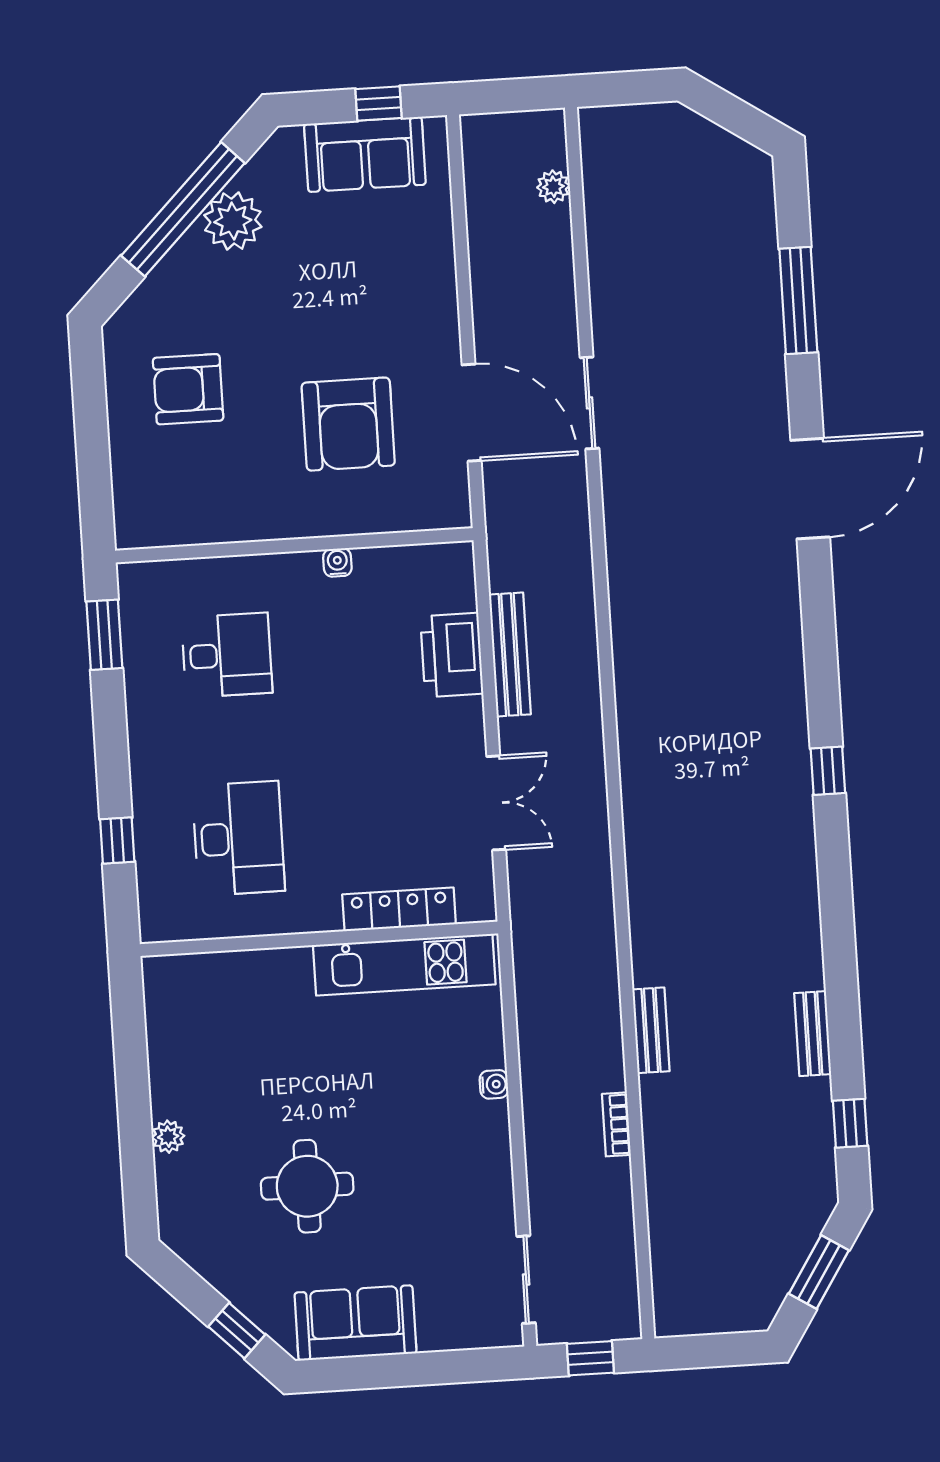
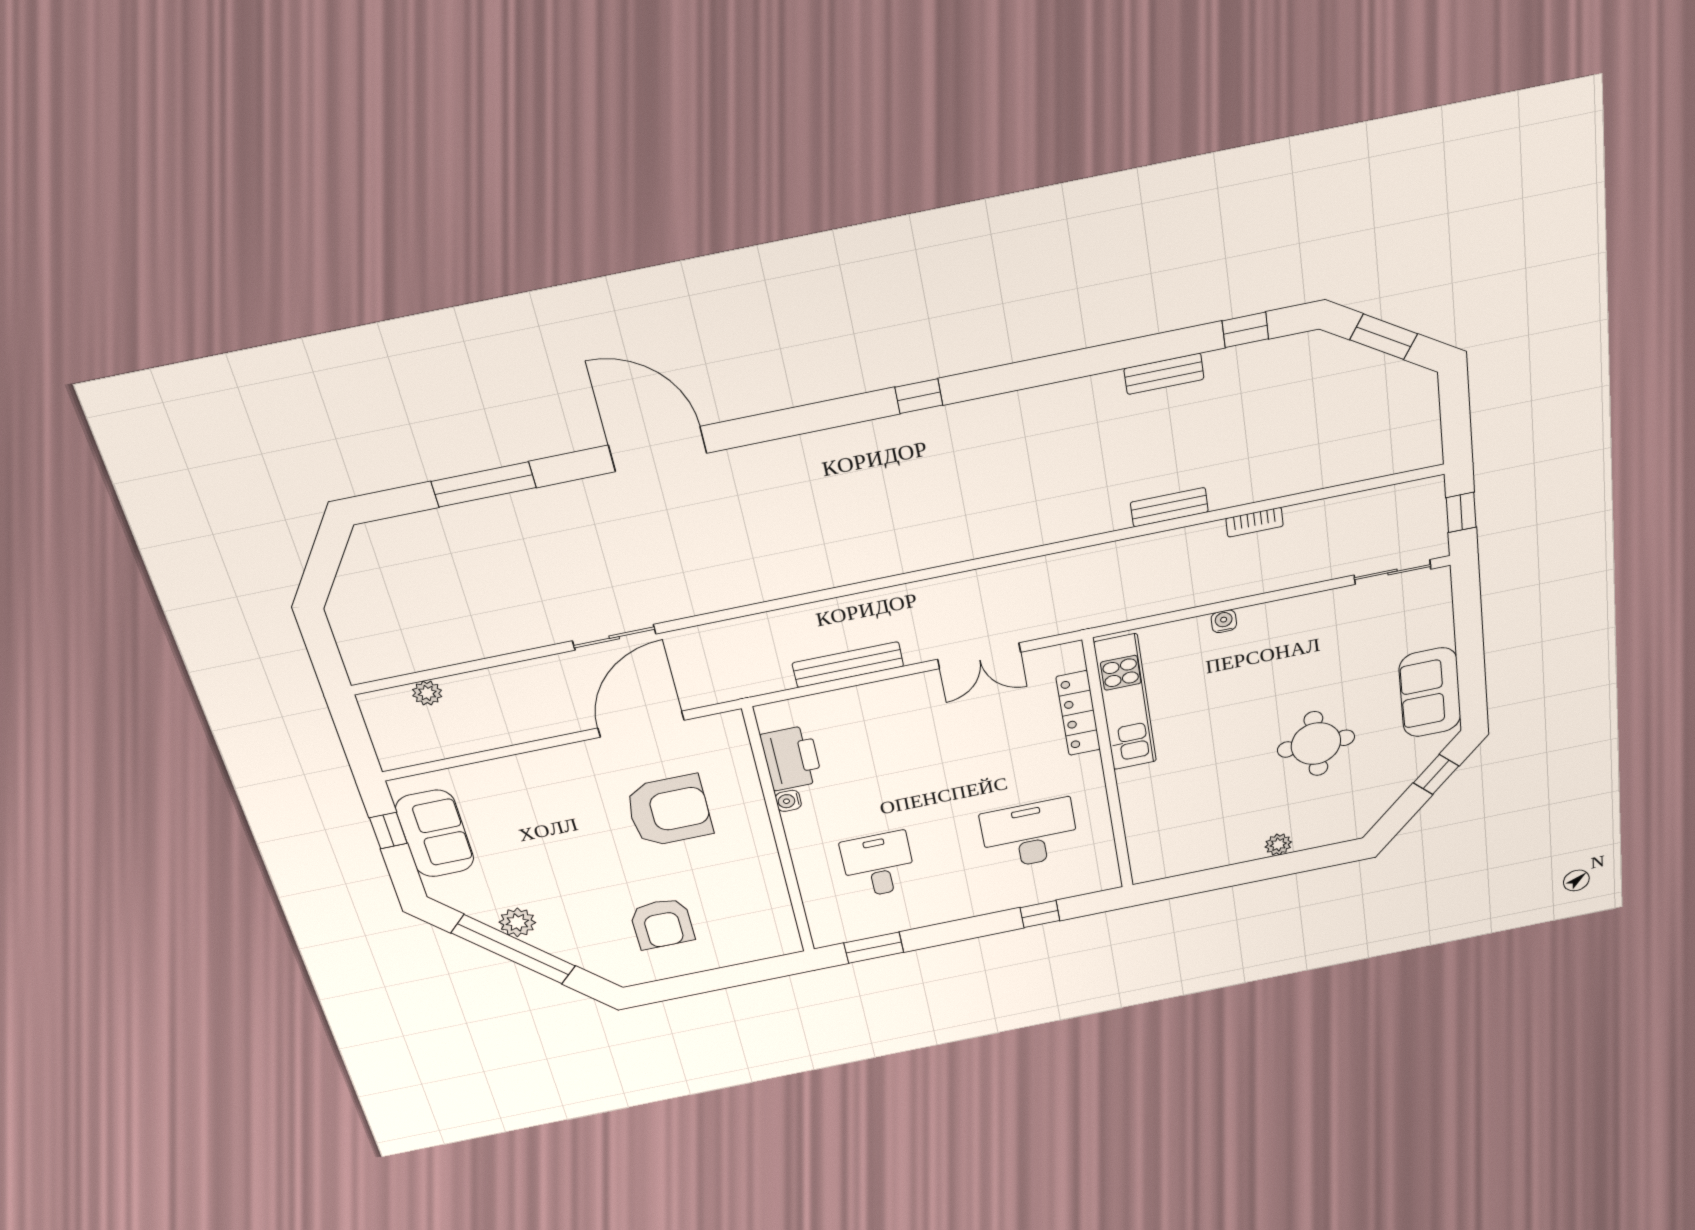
plant: (233, 221) -> (517, 922), width x0.73, depth x0.73
printer: (452, 655) -> (791, 758), moved, turned -90
double door: (496, 803) -> (979, 656), swing flipped

